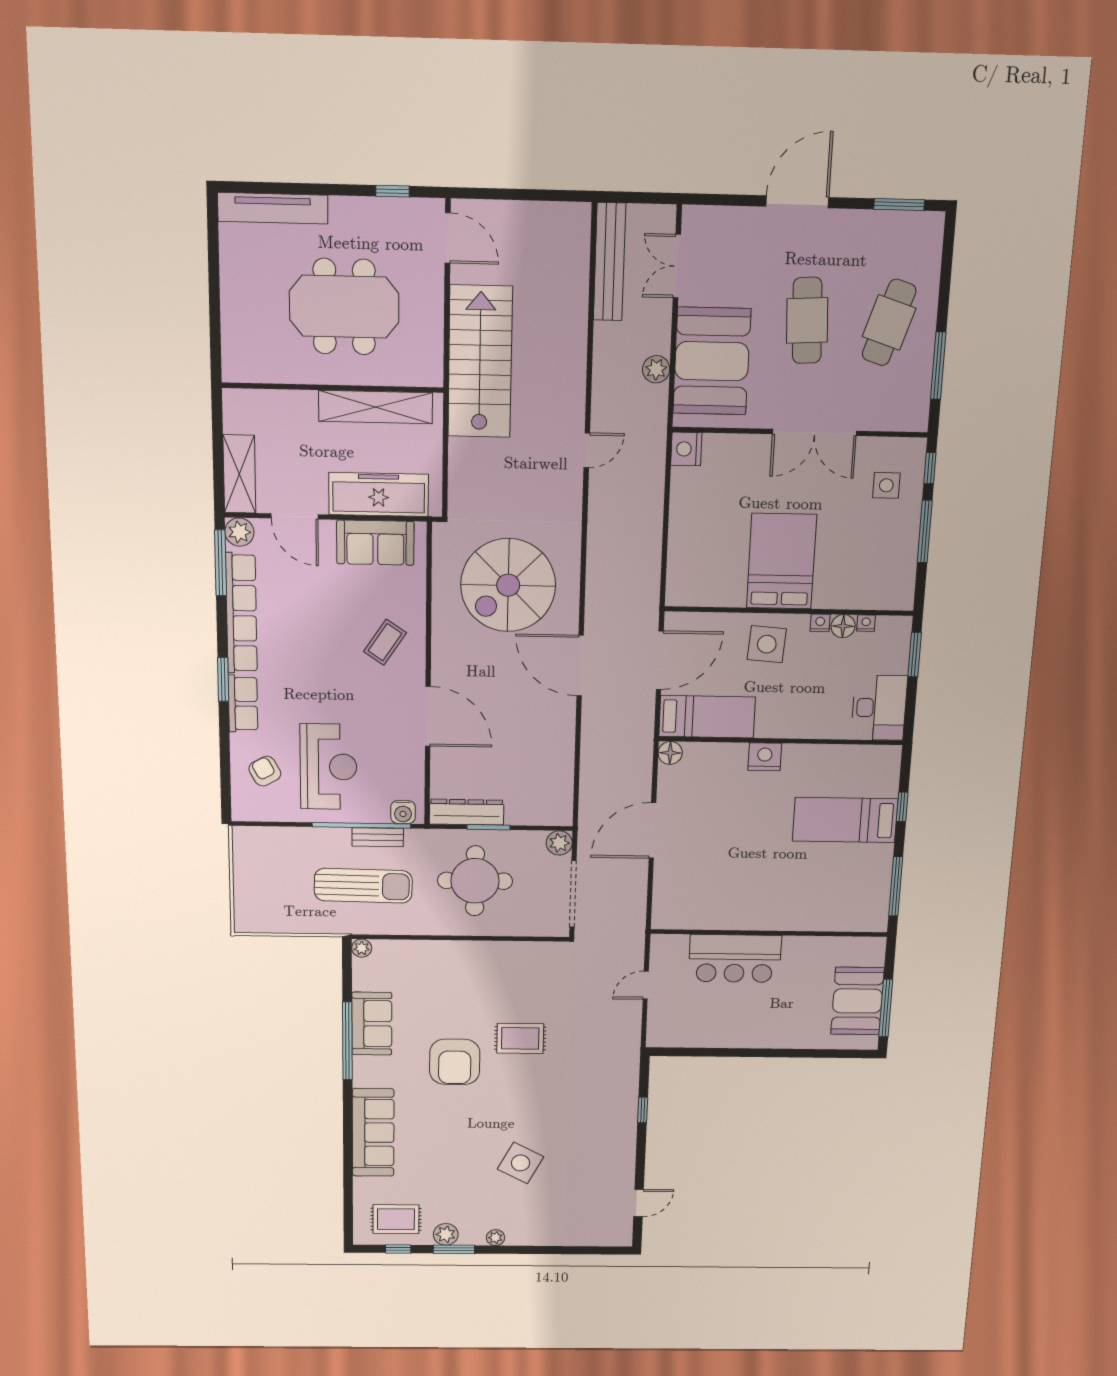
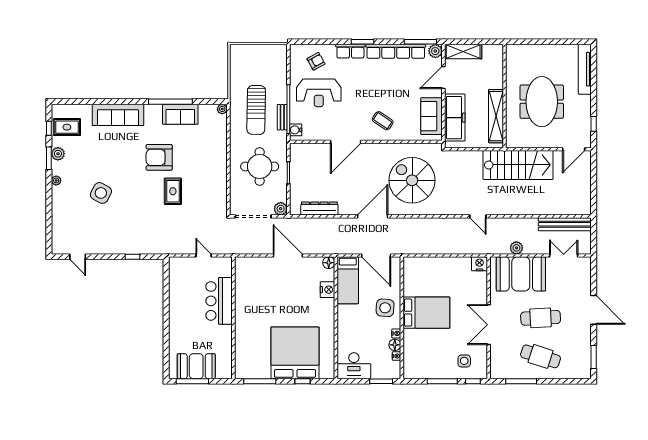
nightstand: (765, 757) -> (328, 290), moved
dresser: (467, 812) -> (319, 209), moved, turned -90
bed: (845, 820) -> (295, 353), width x2.04
rug: (396, 1219) -> (67, 127), turned 90

